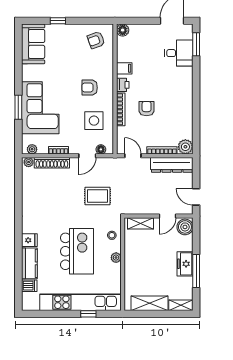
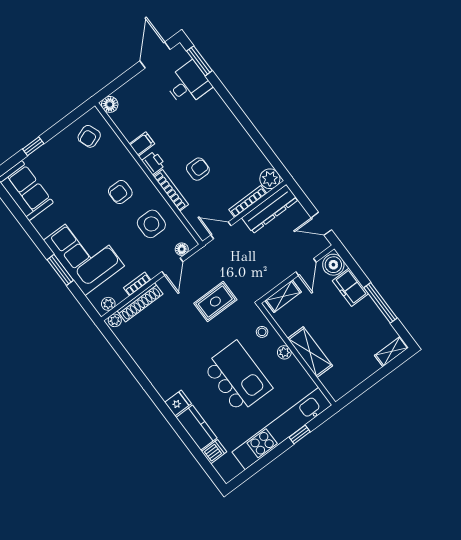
armchair: (147, 109) -> (198, 169), turned 90
freezer: (185, 264) -> (350, 287), moved
shelving: (149, 303) -> (310, 352), moved, turned 90

